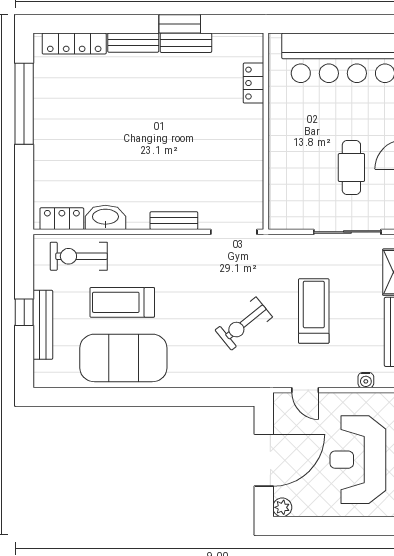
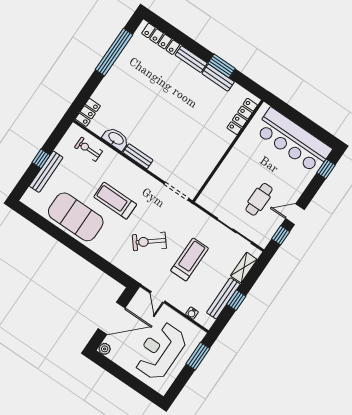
locker: (254, 83) -> (242, 116), width x1.53
locker: (62, 219) -> (88, 112), moved, turned 90
bench: (174, 221) -> (138, 156), moved
exercise bike: (79, 256) -> (88, 149), width x0.73, depth x0.72
treadmill: (122, 302) -> (115, 201), moved

